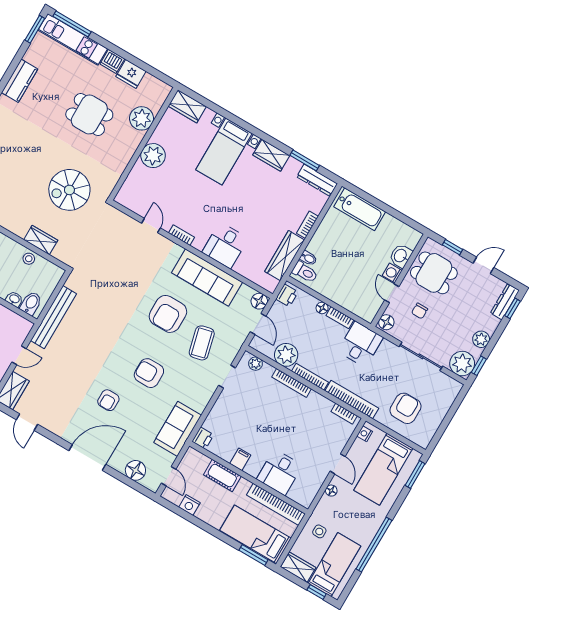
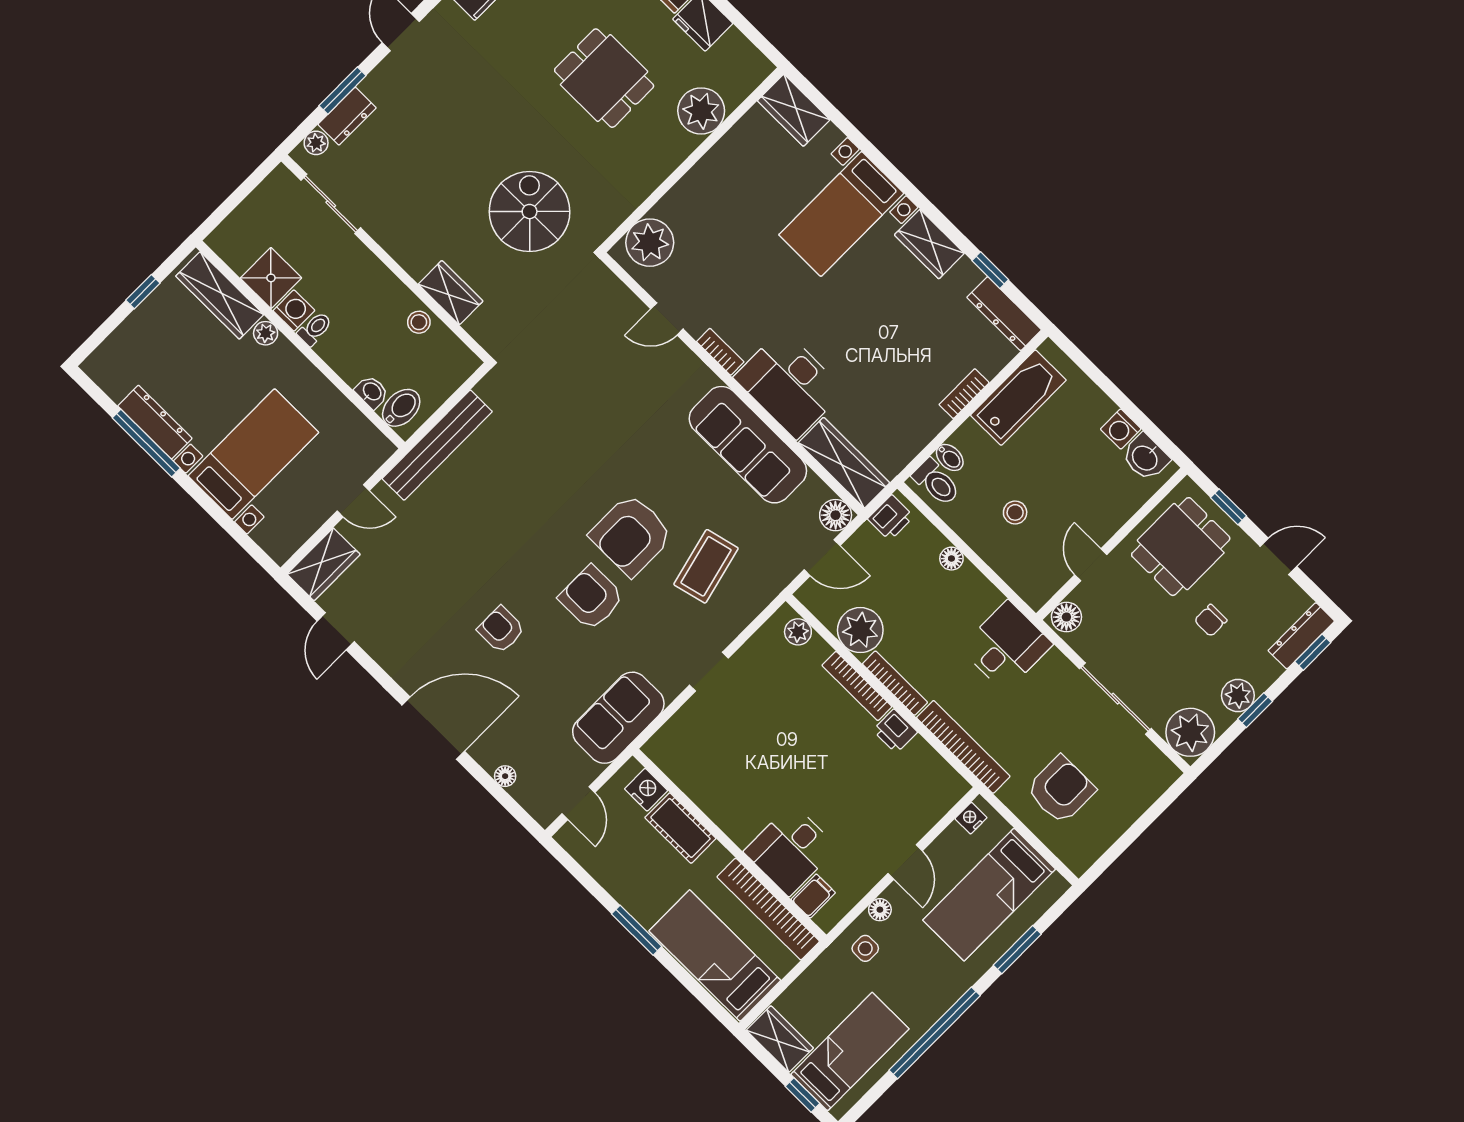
plant: (153, 156) -> (650, 243), moved
window: (305, 160) -> (990, 270), width x0.67
spiral stairs: (69, 190) -> (530, 212), turned 90
bathtub: (360, 209) -> (1018, 398), moved, turned -90
door: (151, 226) -> (667, 319), swing flipped
desk: (225, 245) -> (789, 384), width x1.37
wardrobe: (285, 256) -> (844, 463), moved, turned 90
washbasin: (401, 256) -> (1145, 457), moved, turned -90
washing machine: (392, 273) -> (1121, 429), moved, turned -90
dining table: (434, 273) -> (1181, 547), turned 90
stool: (348, 277) -> (1015, 512), added
chair: (420, 311) -> (1211, 620), moved
armchair: (168, 314) -> (631, 535), moved
bookcase: (340, 318) -> (981, 586), removed
door: (258, 324) -> (822, 558), hinge flipped
window: (479, 366) -> (1255, 710), moved
doorway: (227, 377) -> (709, 672), moved
armchair: (108, 400) -> (501, 630), turned 90
bookcase: (344, 414) -> (942, 770), removed
printer: (203, 438) -> (895, 731), moved, turned 90
filing cabinet: (240, 459) -> (813, 896), moved
floor lamp: (135, 470) -> (505, 776), width x0.53, depth x0.53
window: (415, 475) -> (1017, 950), moved
nightstand: (189, 505) -> (646, 790), moved, turned 180
side table: (319, 531) -> (865, 948), moved
window: (253, 555) -> (637, 930), moved

